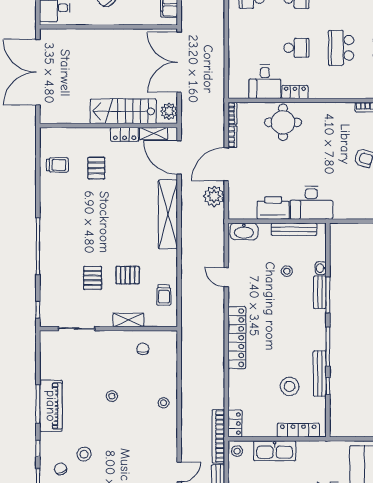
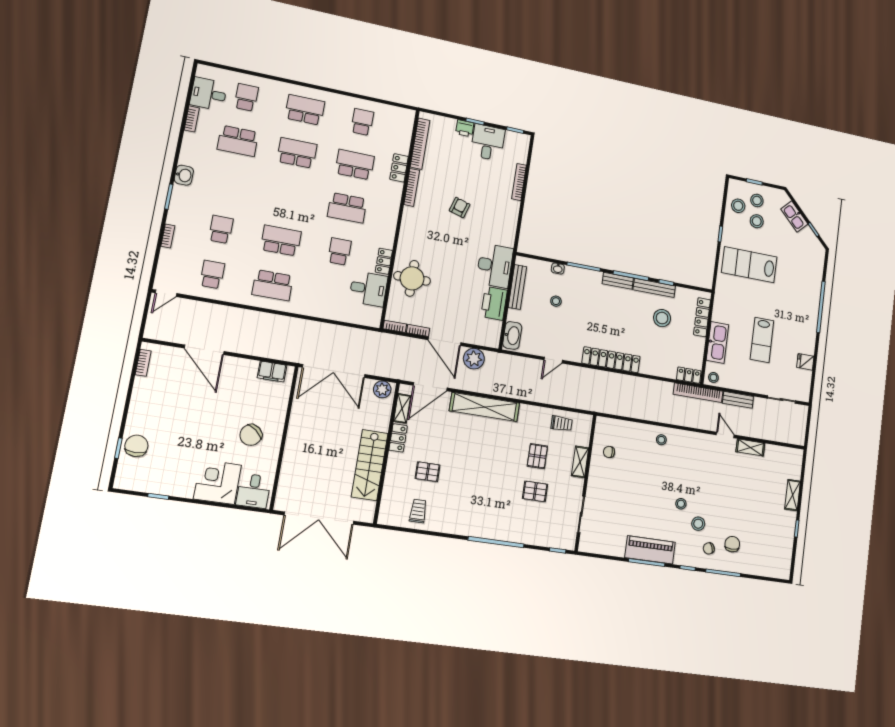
stairs: (123, 111) -> (370, 465), moved
bench: (320, 292) -> (618, 281), moved
stool: (112, 396) -> (681, 504), moved

